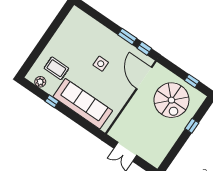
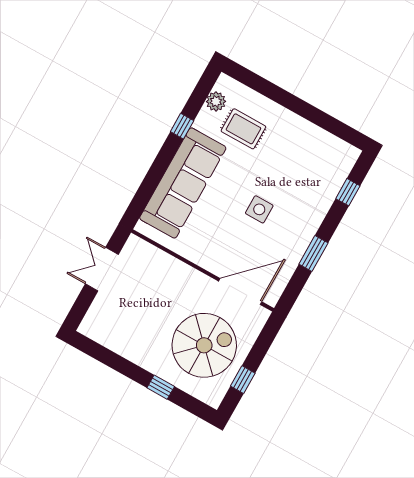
window: (144, 48) -> (348, 192), moved
rug: (56, 68) -> (243, 129), turned 90
spiral stairs: (171, 100) -> (204, 345), turned 180

